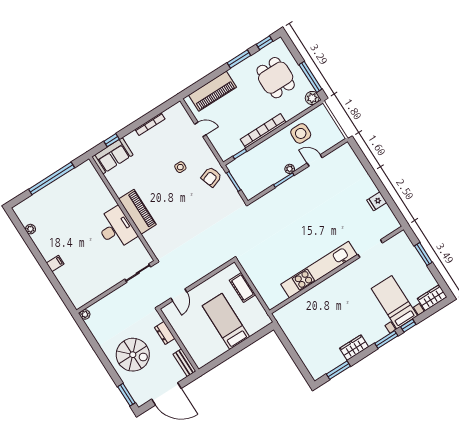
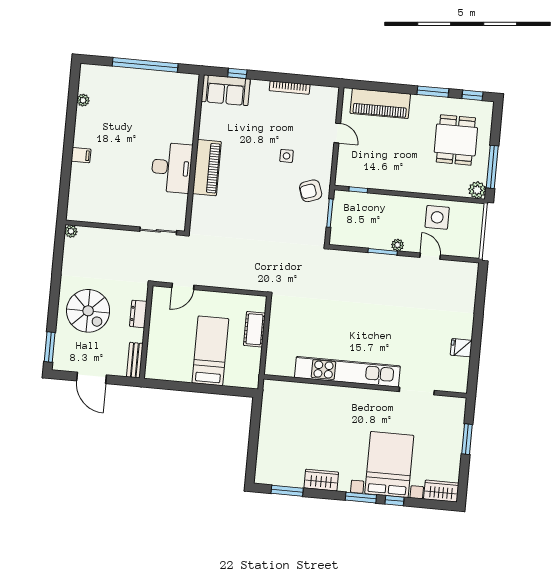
bookcase: (263, 131) -> (401, 185), removed
bed with nightstands: (394, 302) -> (389, 465), width x1.36
door: (166, 394) -> (91, 378), width x0.73

